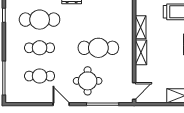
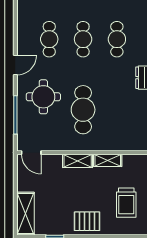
cafe table: (40, 20) -> (117, 39), width x0.73, depth x0.74

